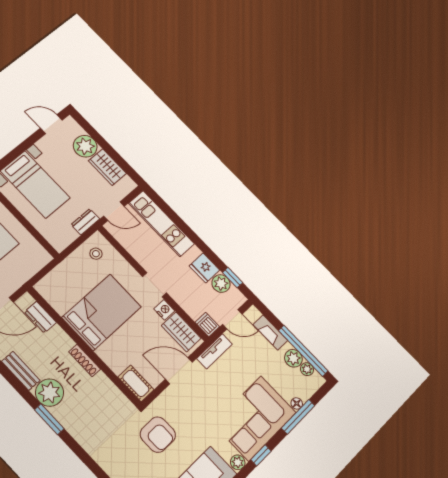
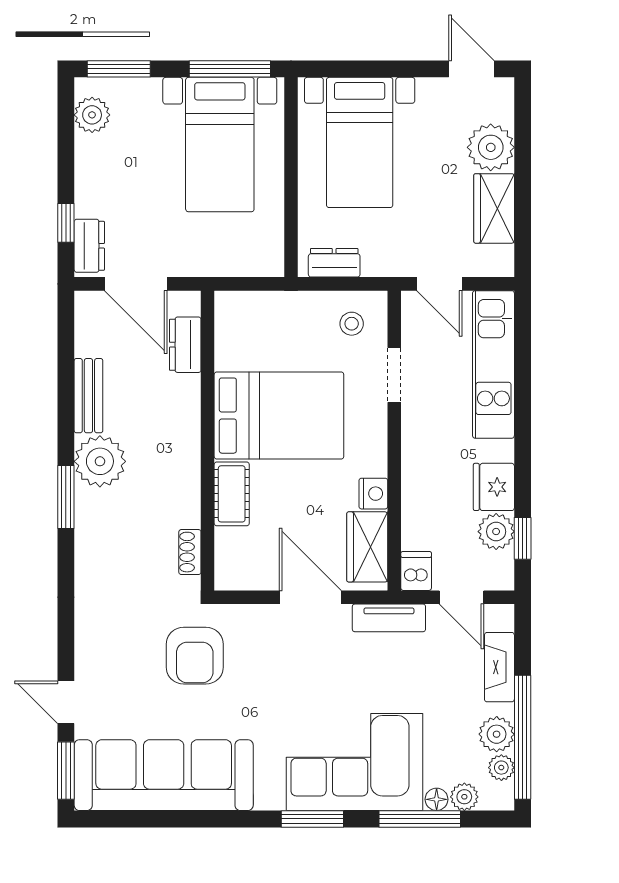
dresser: (85, 222) -> (334, 263), moved
doorway: (154, 285) -> (394, 375), moved
shoe rack: (85, 360) -> (190, 552), moved, width x0.70
cot: (136, 383) -> (232, 494), moved
window: (261, 455) -> (312, 819), width x1.50
plant: (238, 462) -> (464, 797), moved

